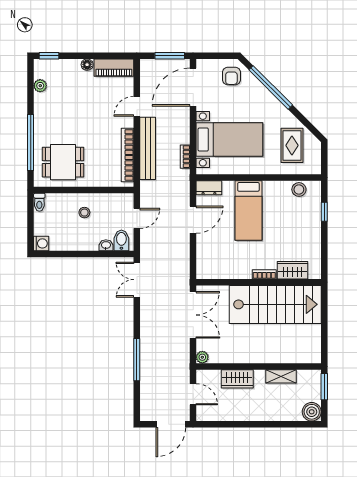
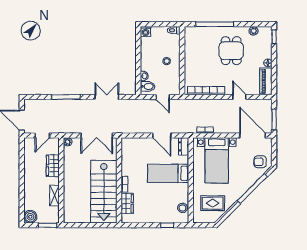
bench: (148, 148) -> (211, 104), removed
dining table: (63, 162) -> (231, 51), moved
double door: (137, 280) -> (107, 97), moved

